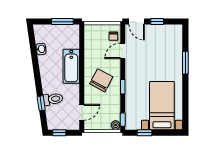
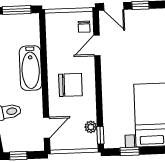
chair: (101, 80) -> (70, 85), turned 62
window: (123, 87) -> (99, 92), removed
plant: (116, 125) -> (91, 127), moved

